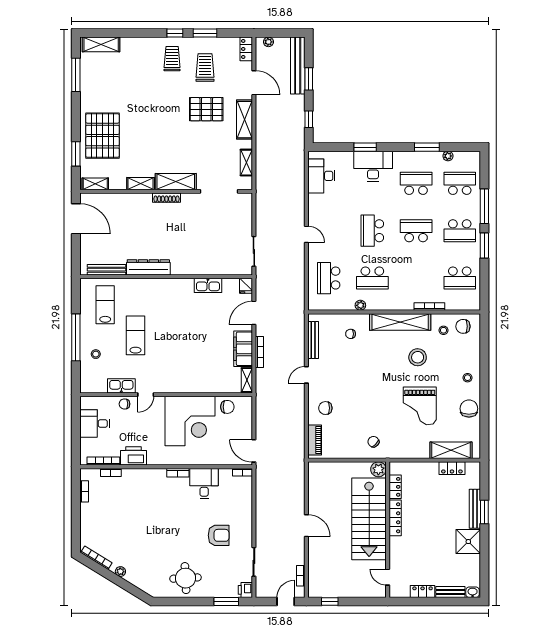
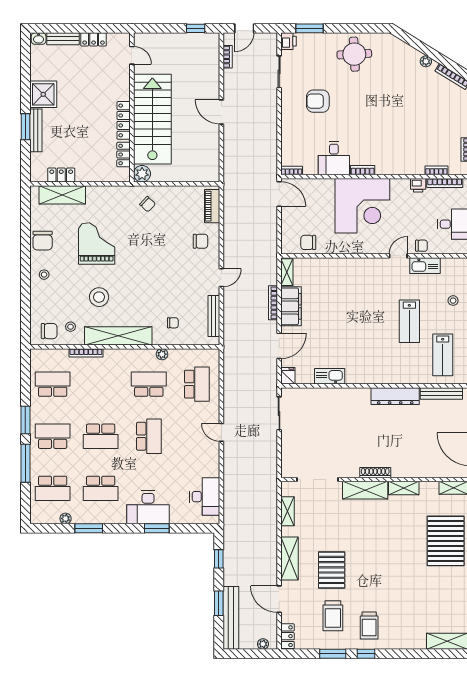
pallet: (206, 109) -> (332, 570), turned 90
corner desk: (190, 421) -> (362, 206), moved, turned 180
printer: (133, 456) -> (418, 185), width x0.53, depth x0.68

